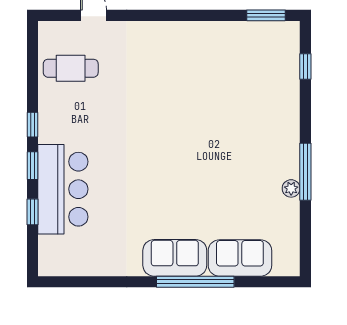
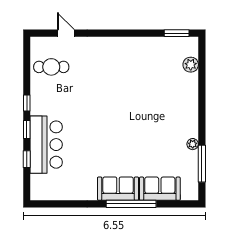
plant: (288, 65) -> (191, 65), added
window: (305, 67) -> (202, 66), removed
window: (305, 172) -> (202, 164), moved

